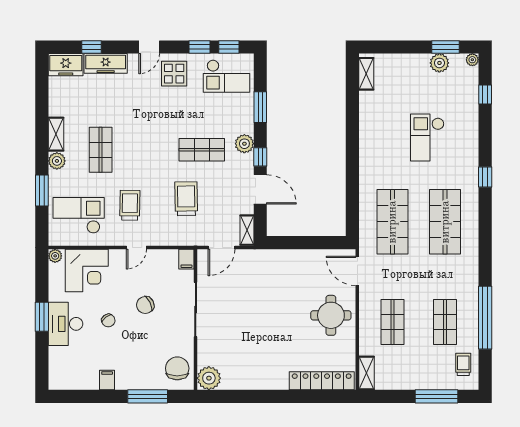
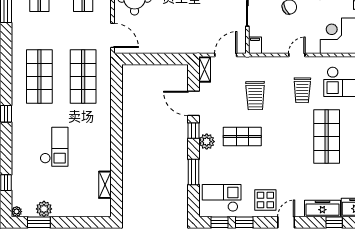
shelving: (366, 74) -> (105, 185), moved
shop shelf: (101, 150) -> (327, 137), width x1.43, depth x1.36

